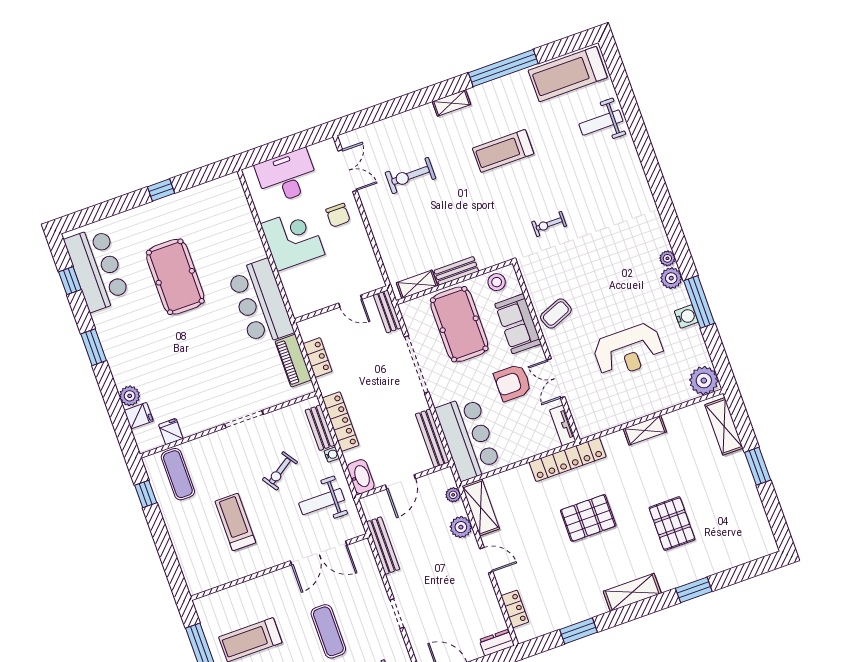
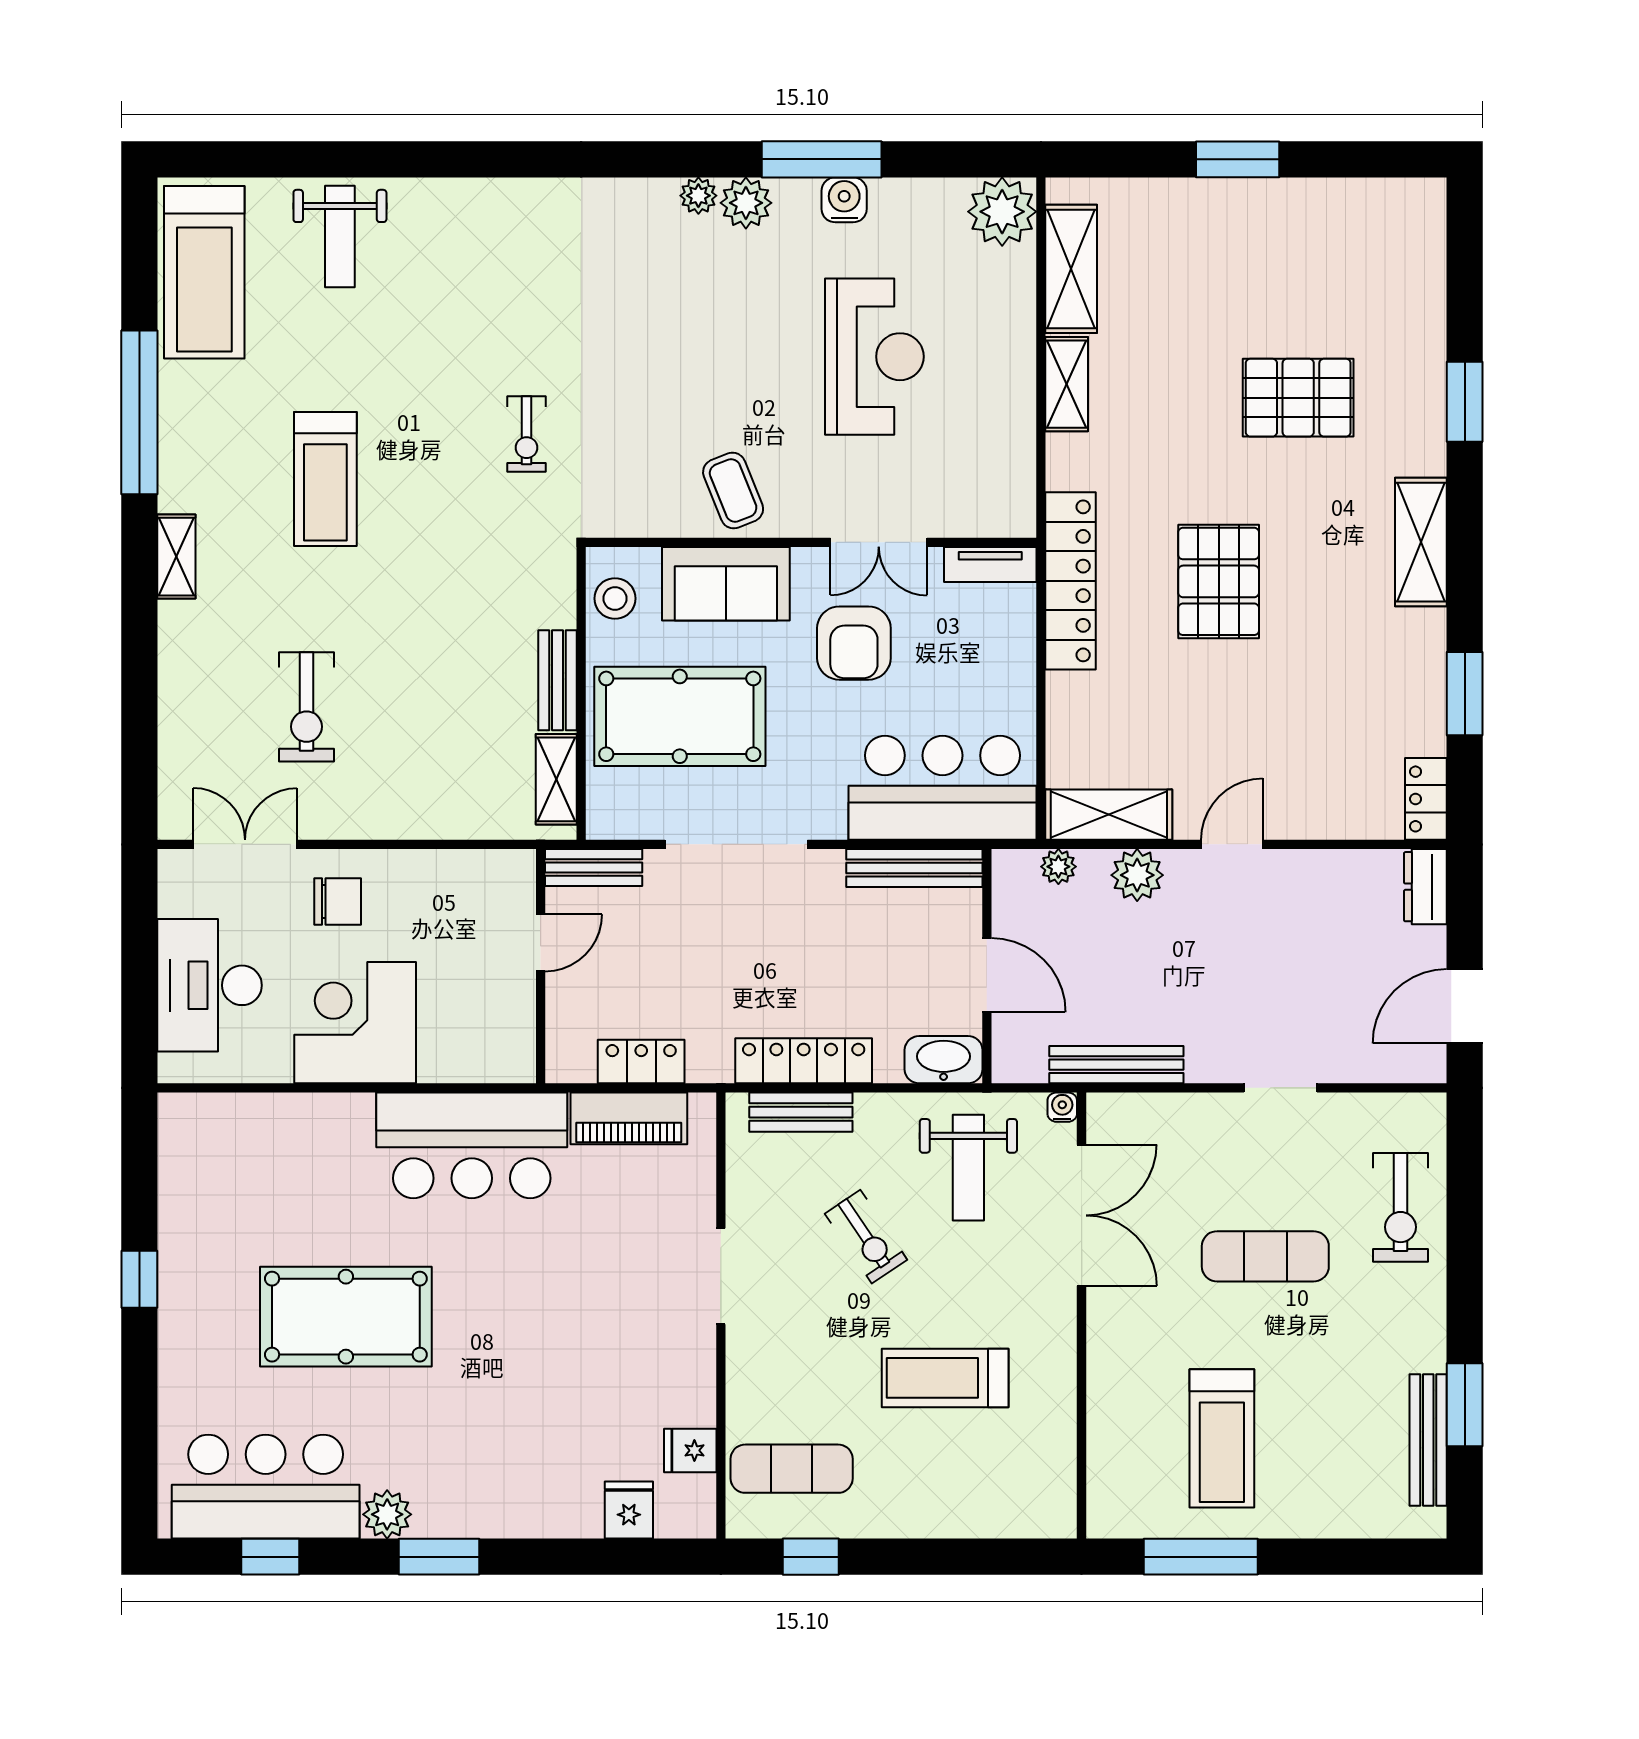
plant: (130, 396) -> (387, 1514), moved
shelving: (724, 426) -> (1071, 269), moved, turned 90
water cooler: (332, 455) -> (1062, 1107), moved
locker: (515, 609) -> (1426, 799), moved, turned -90

